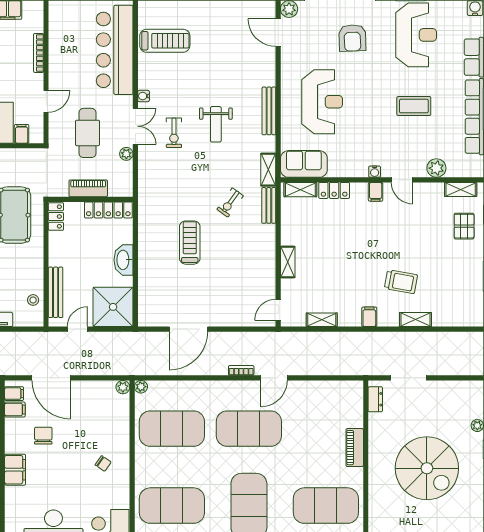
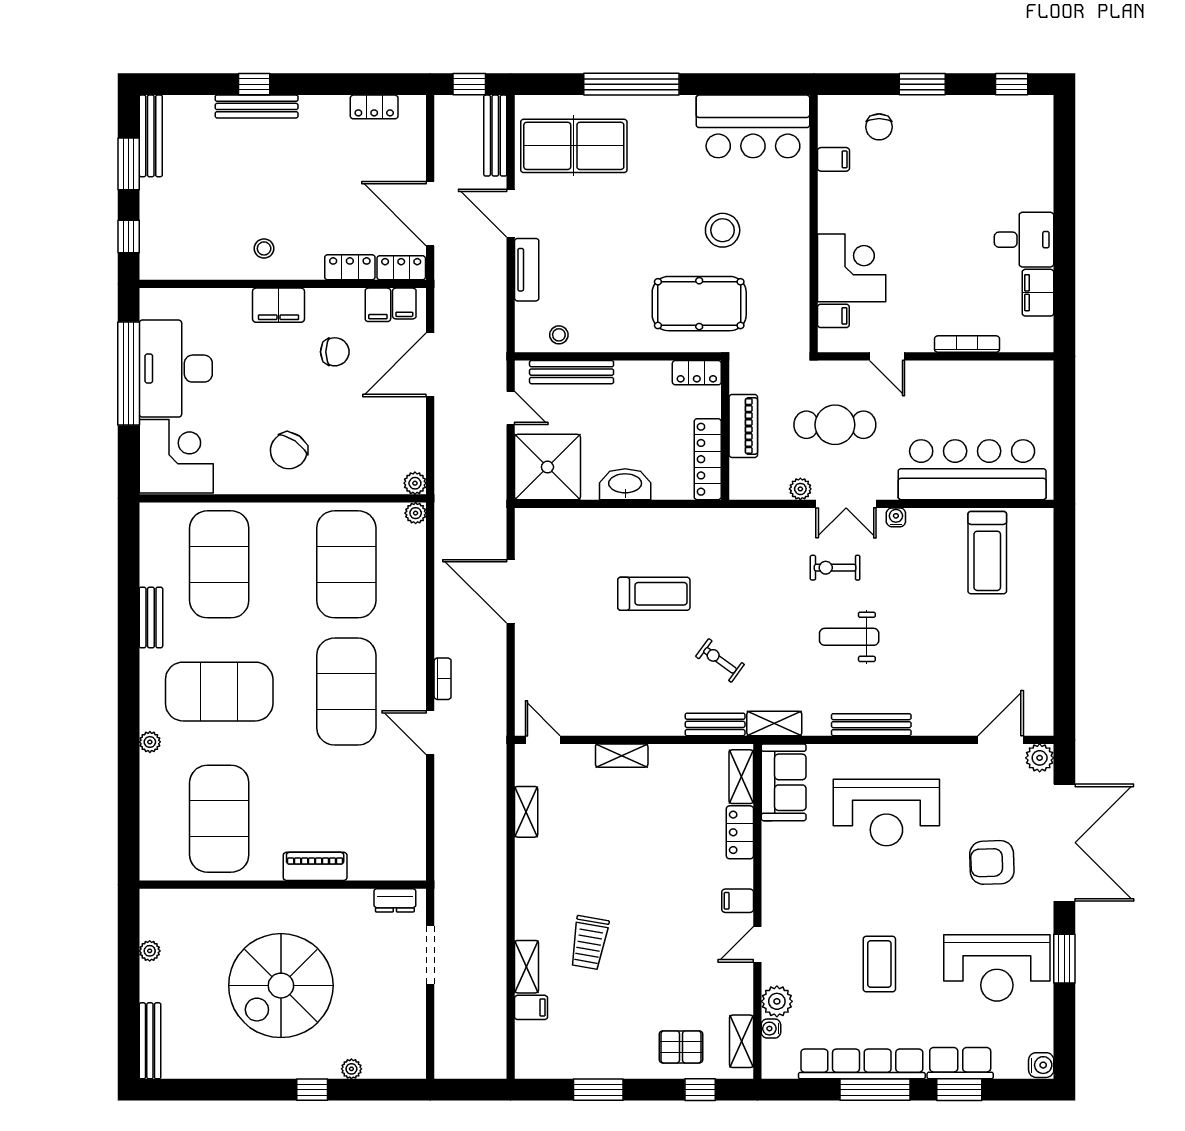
water cooler: (375, 172) -> (771, 1029), moved
filing cabinet: (369, 317) -> (531, 1007), moved
chair: (103, 464) -> (289, 451), width x1.87, depth x1.87

